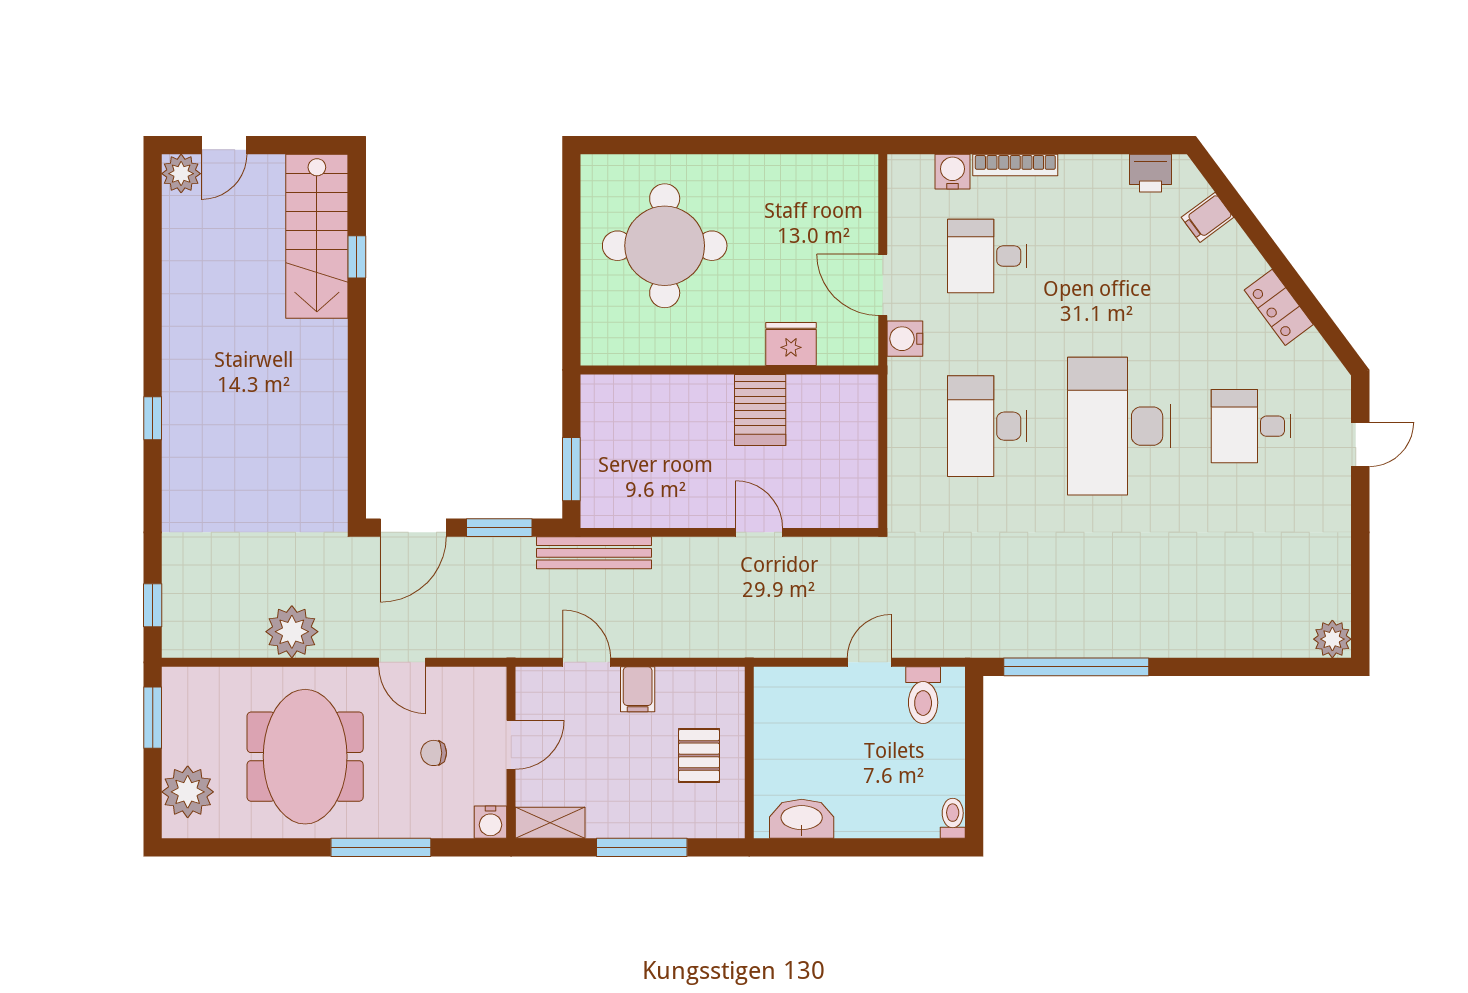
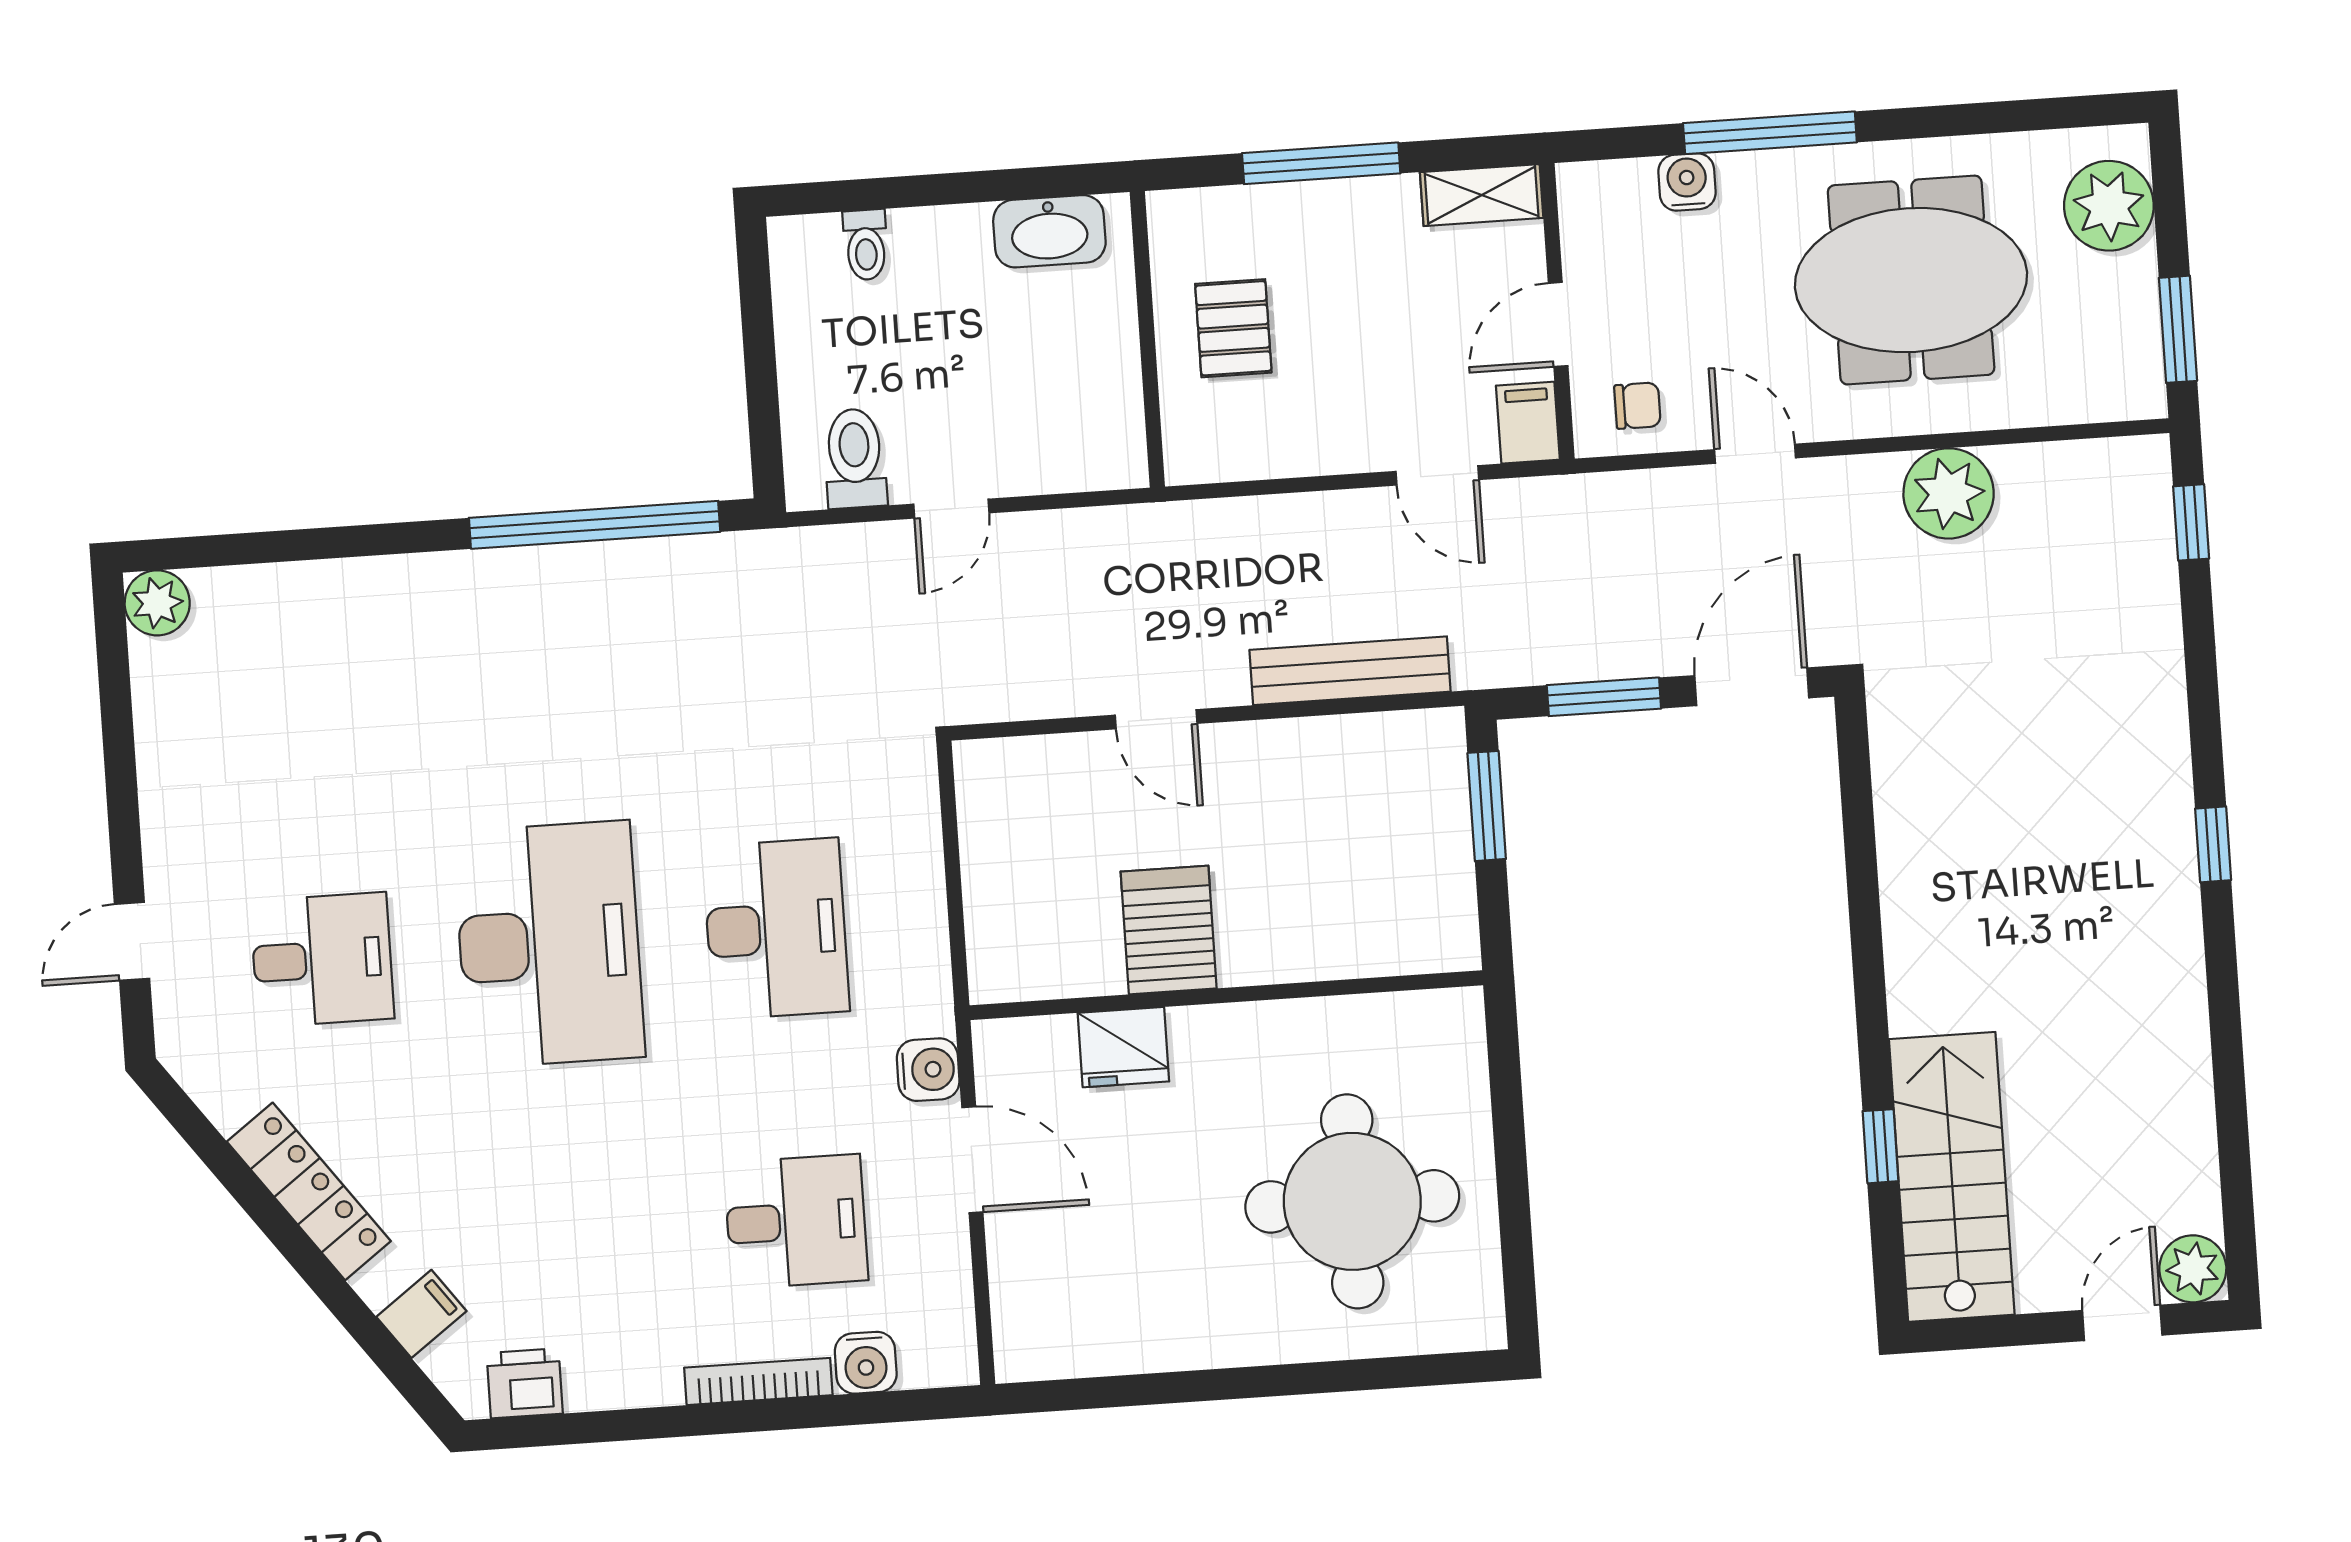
locker: (1279, 307) -> (309, 1191), width x1.53
bench: (594, 553) -> (1350, 671), moved
filing cabinet: (638, 689) -> (1528, 423), moved
chair: (434, 753) -> (1637, 406), moved
meeting table: (305, 757) -> (1911, 280), turned 90
toilet: (953, 818) -> (866, 245), moved
water cooler: (490, 822) -> (1687, 182), moved

